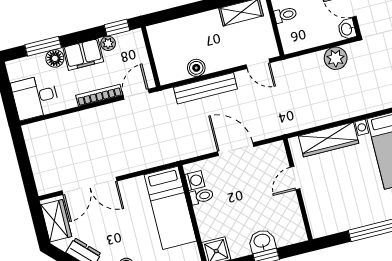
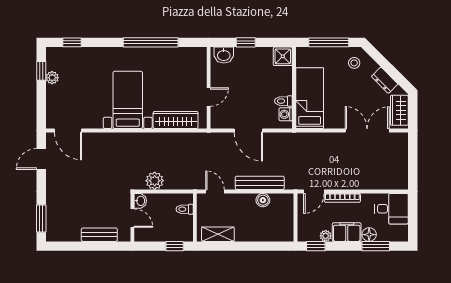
toilet: (285, 15) -> (185, 209), moved
washbasin: (262, 241) -> (224, 55), moved

